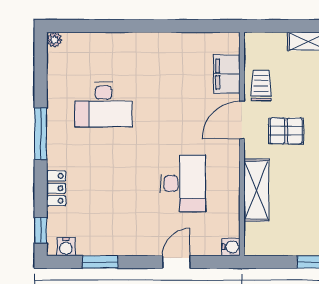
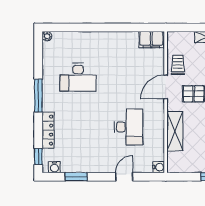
filing cabinet: (227, 74) -> (151, 40), moved, turned -90
locker: (56, 188) -> (48, 130), width x1.53

